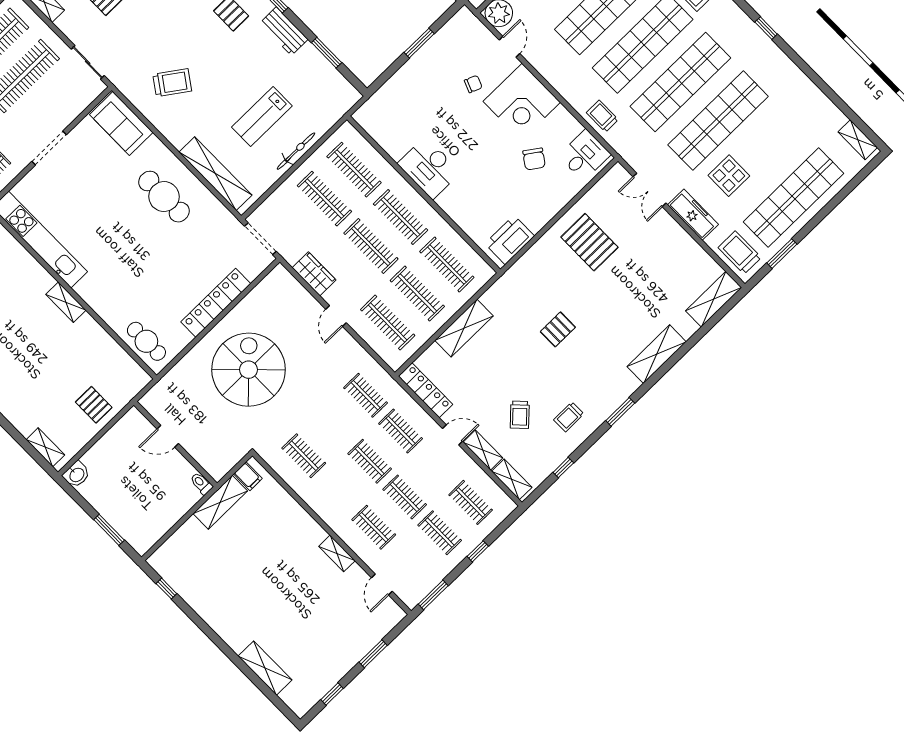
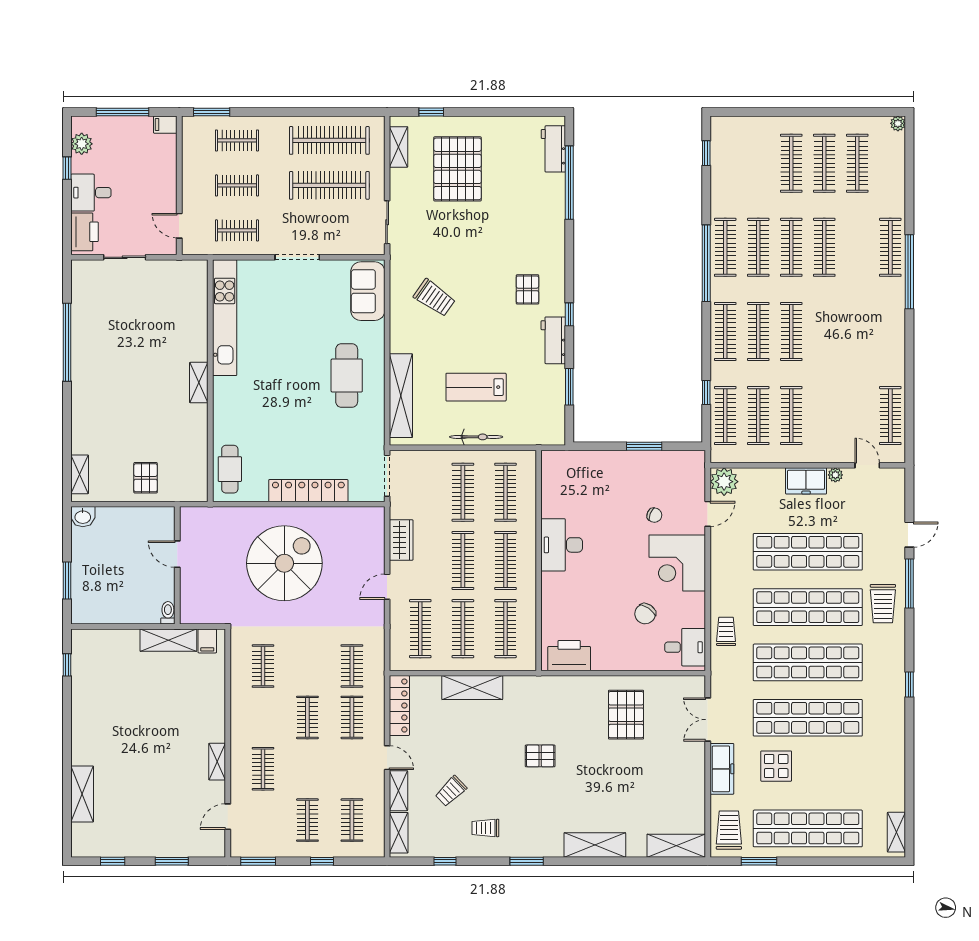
clothes rail: (405, 497) -> (307, 769), removed

